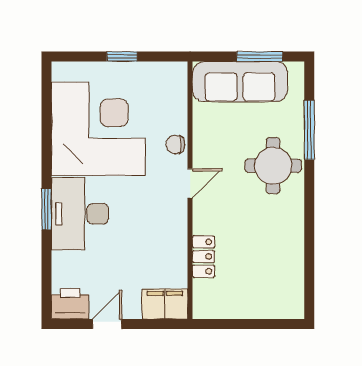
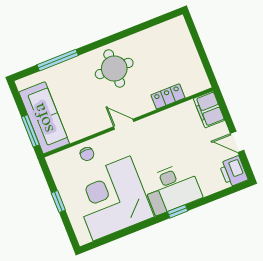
window: (260, 57) -> (30, 131), moved
chair: (176, 144) -> (87, 154), moved
round table: (273, 166) -> (114, 68), moved
window: (47, 209) -> (178, 211), width x0.67

